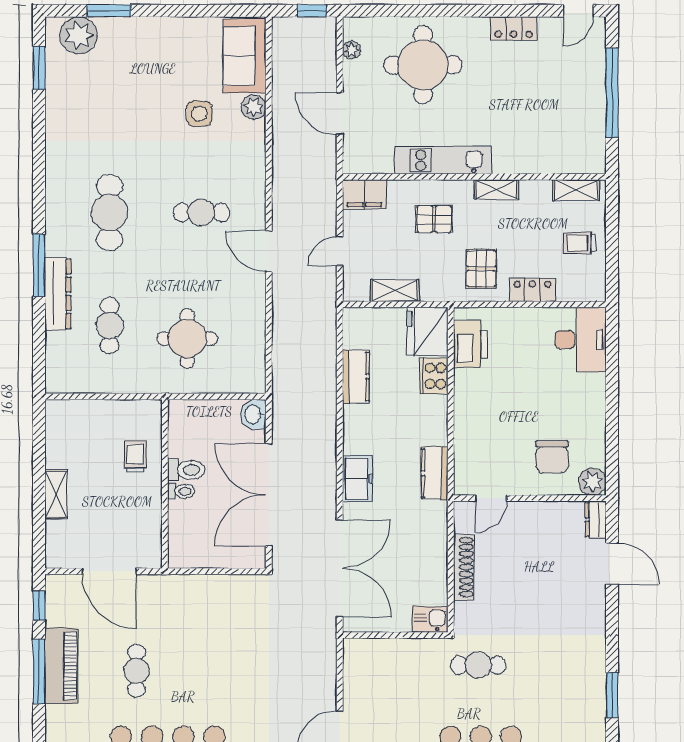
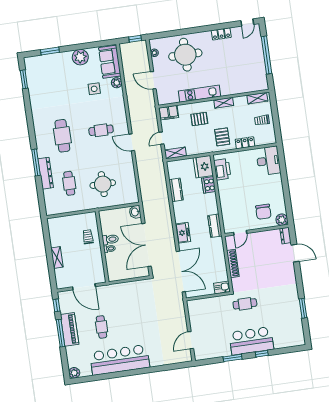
plant: (78, 35) -> (80, 57), moved
shelving: (395, 291) -> (175, 153), moved

